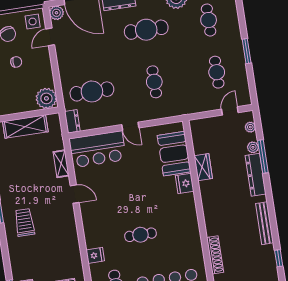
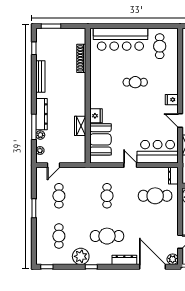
fridge: (95, 255) -> (172, 100), moved

